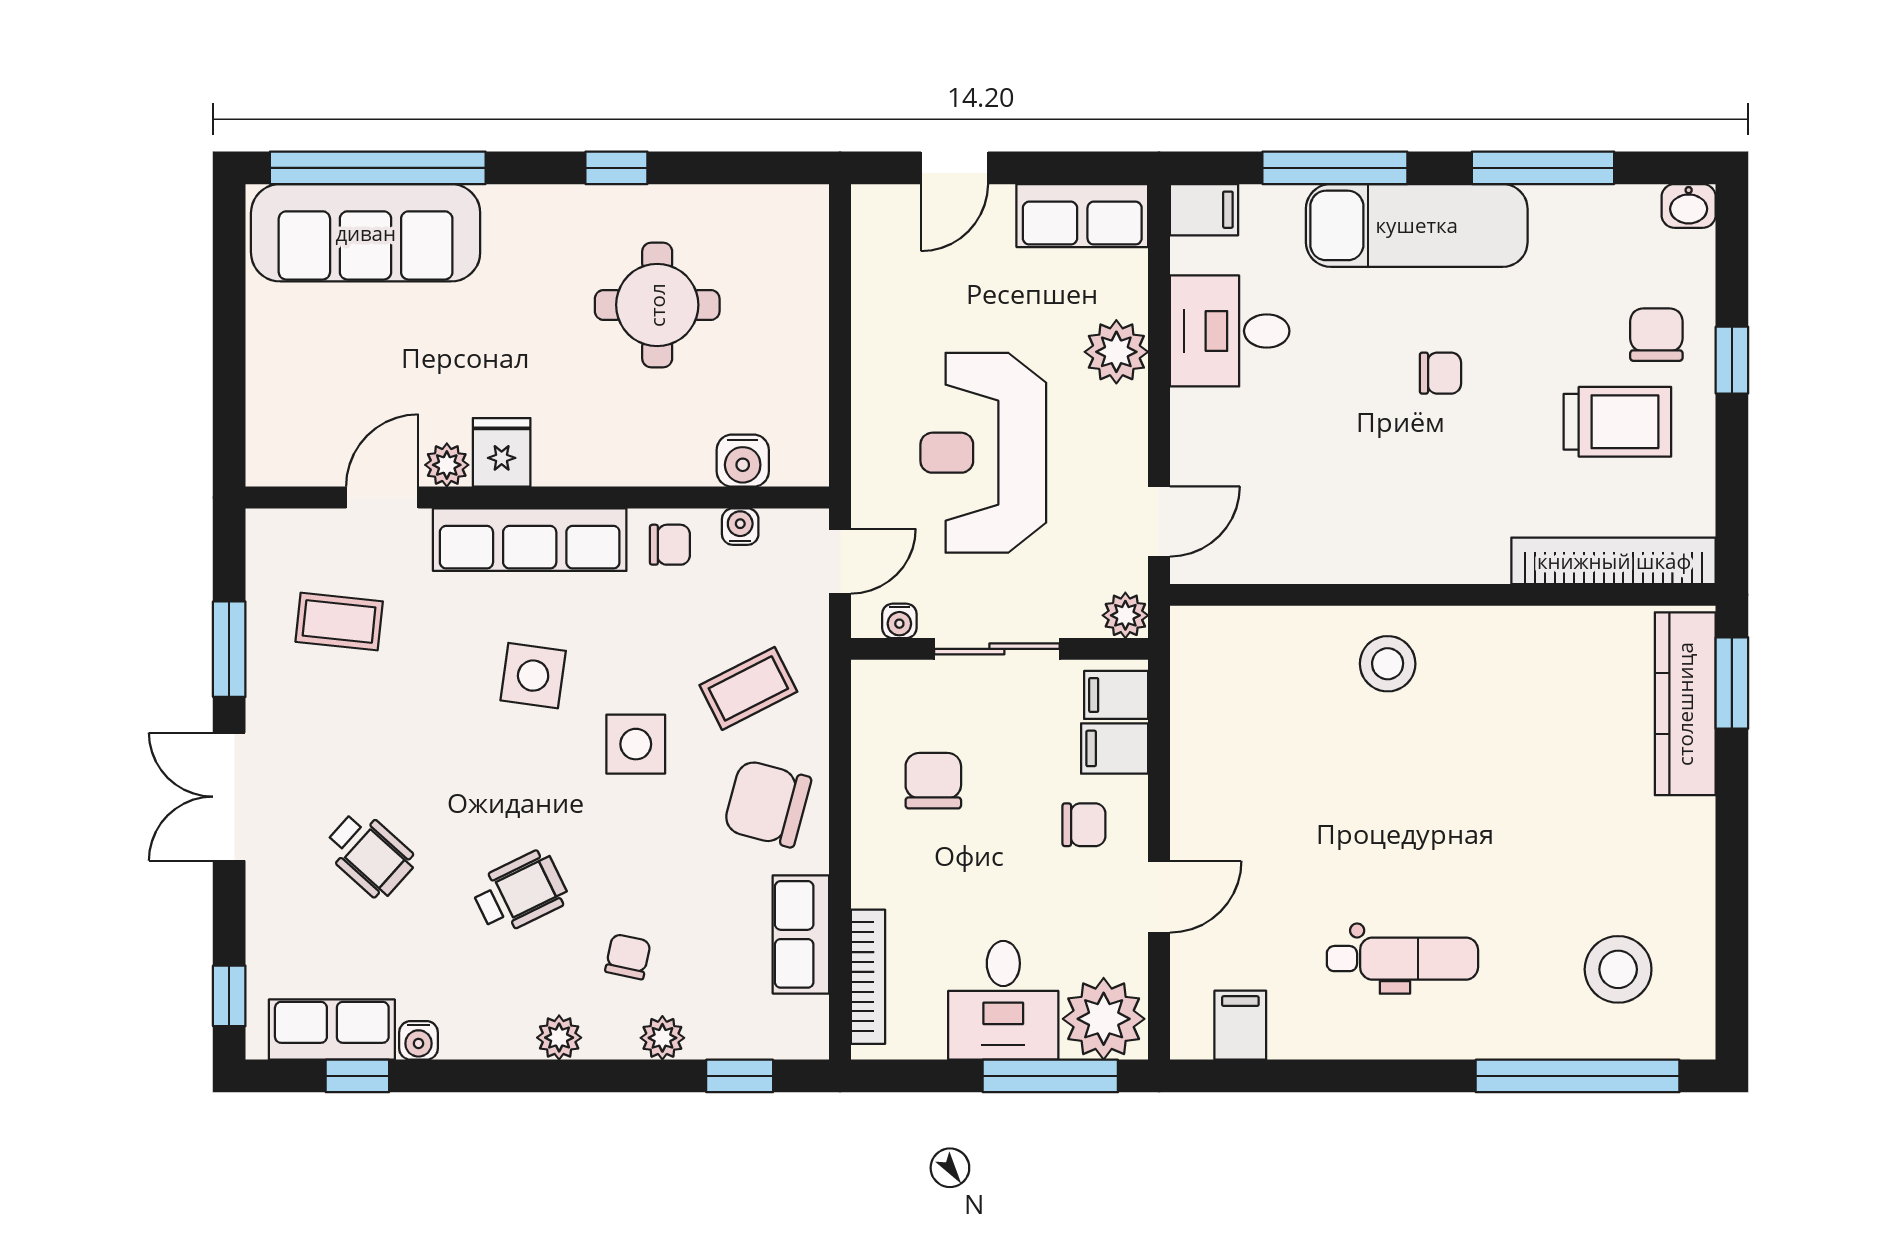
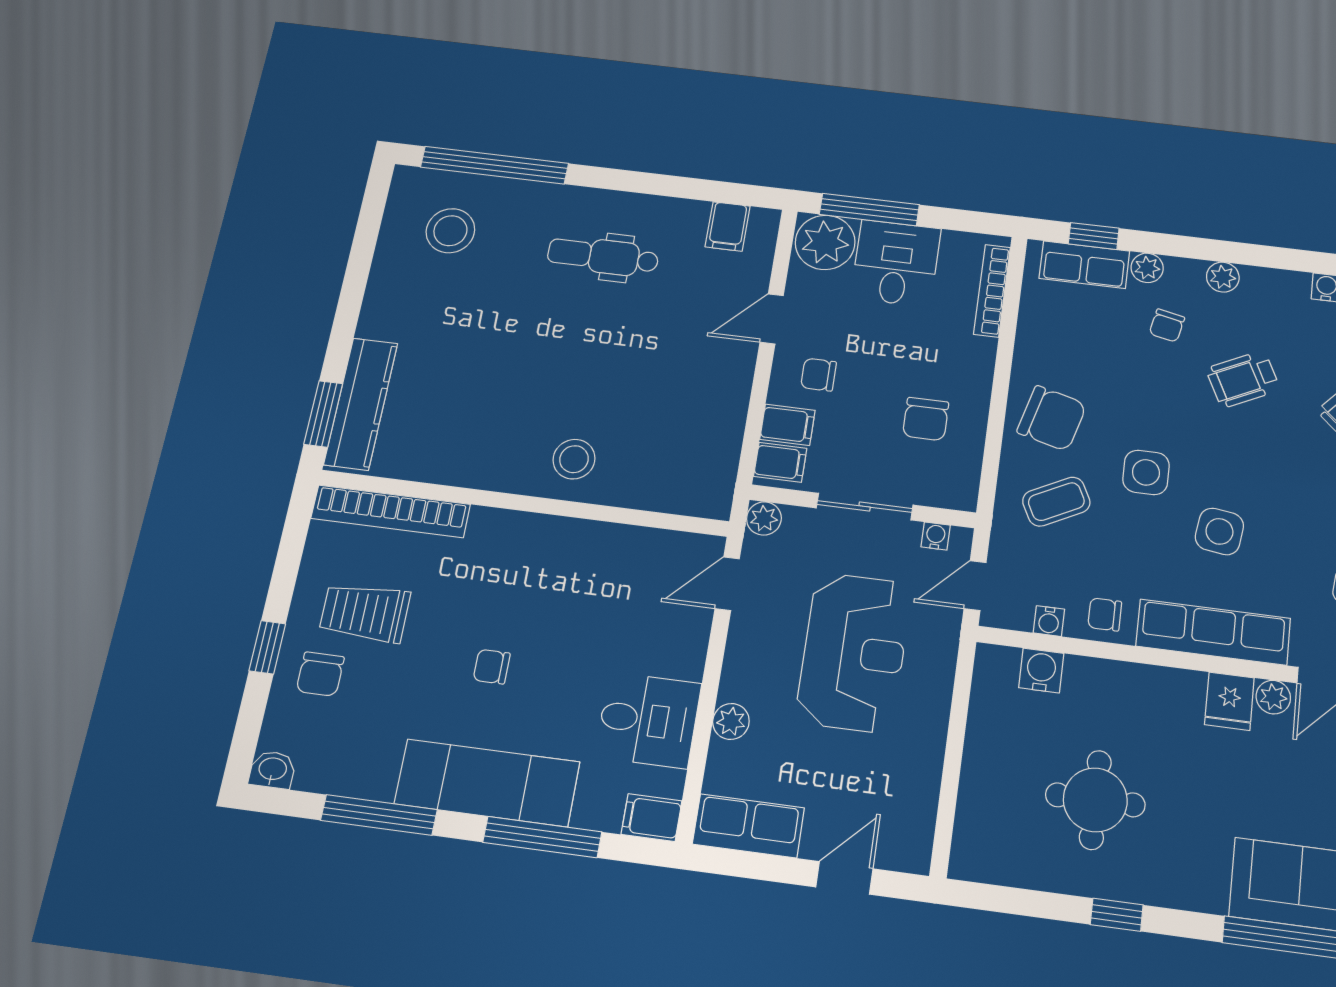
plant: (1116, 352) -> (731, 721), width x0.73, depth x0.73
row of seats: (801, 934) -> (1084, 265), moved, turned 90

